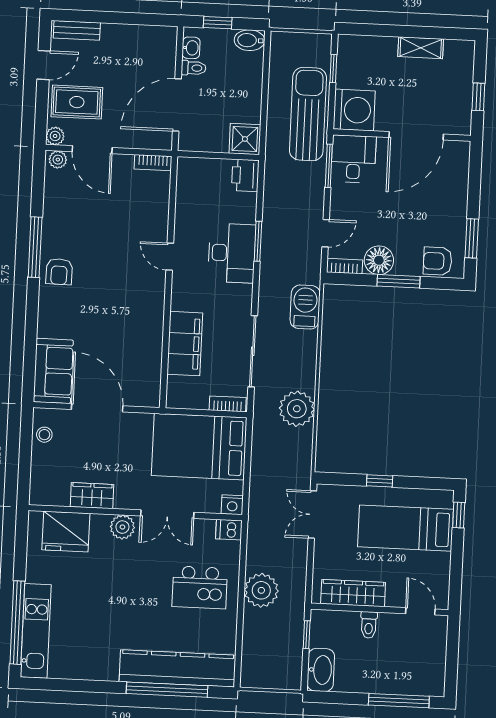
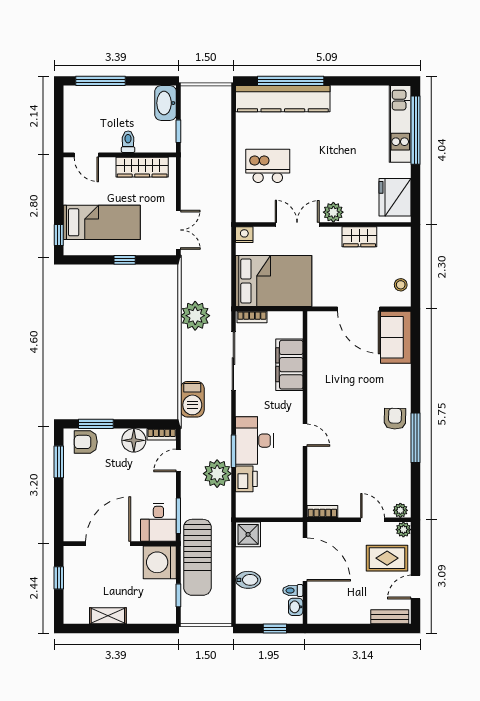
bidet: (249, 40) -> (248, 580), moved
door: (177, 105) -> (305, 560), hinge flipped
door: (92, 150) -> (373, 520), width x0.73
printer: (245, 175) -> (246, 479), moved
armchair: (438, 261) -> (86, 442), turned 180
window: (399, 281) -> (96, 424), moved
dishwasher: (229, 530) -> (246, 214), removed
fridge: (66, 532) -> (395, 197), moved, turned -90
plant: (261, 590) -> (217, 474), moved

